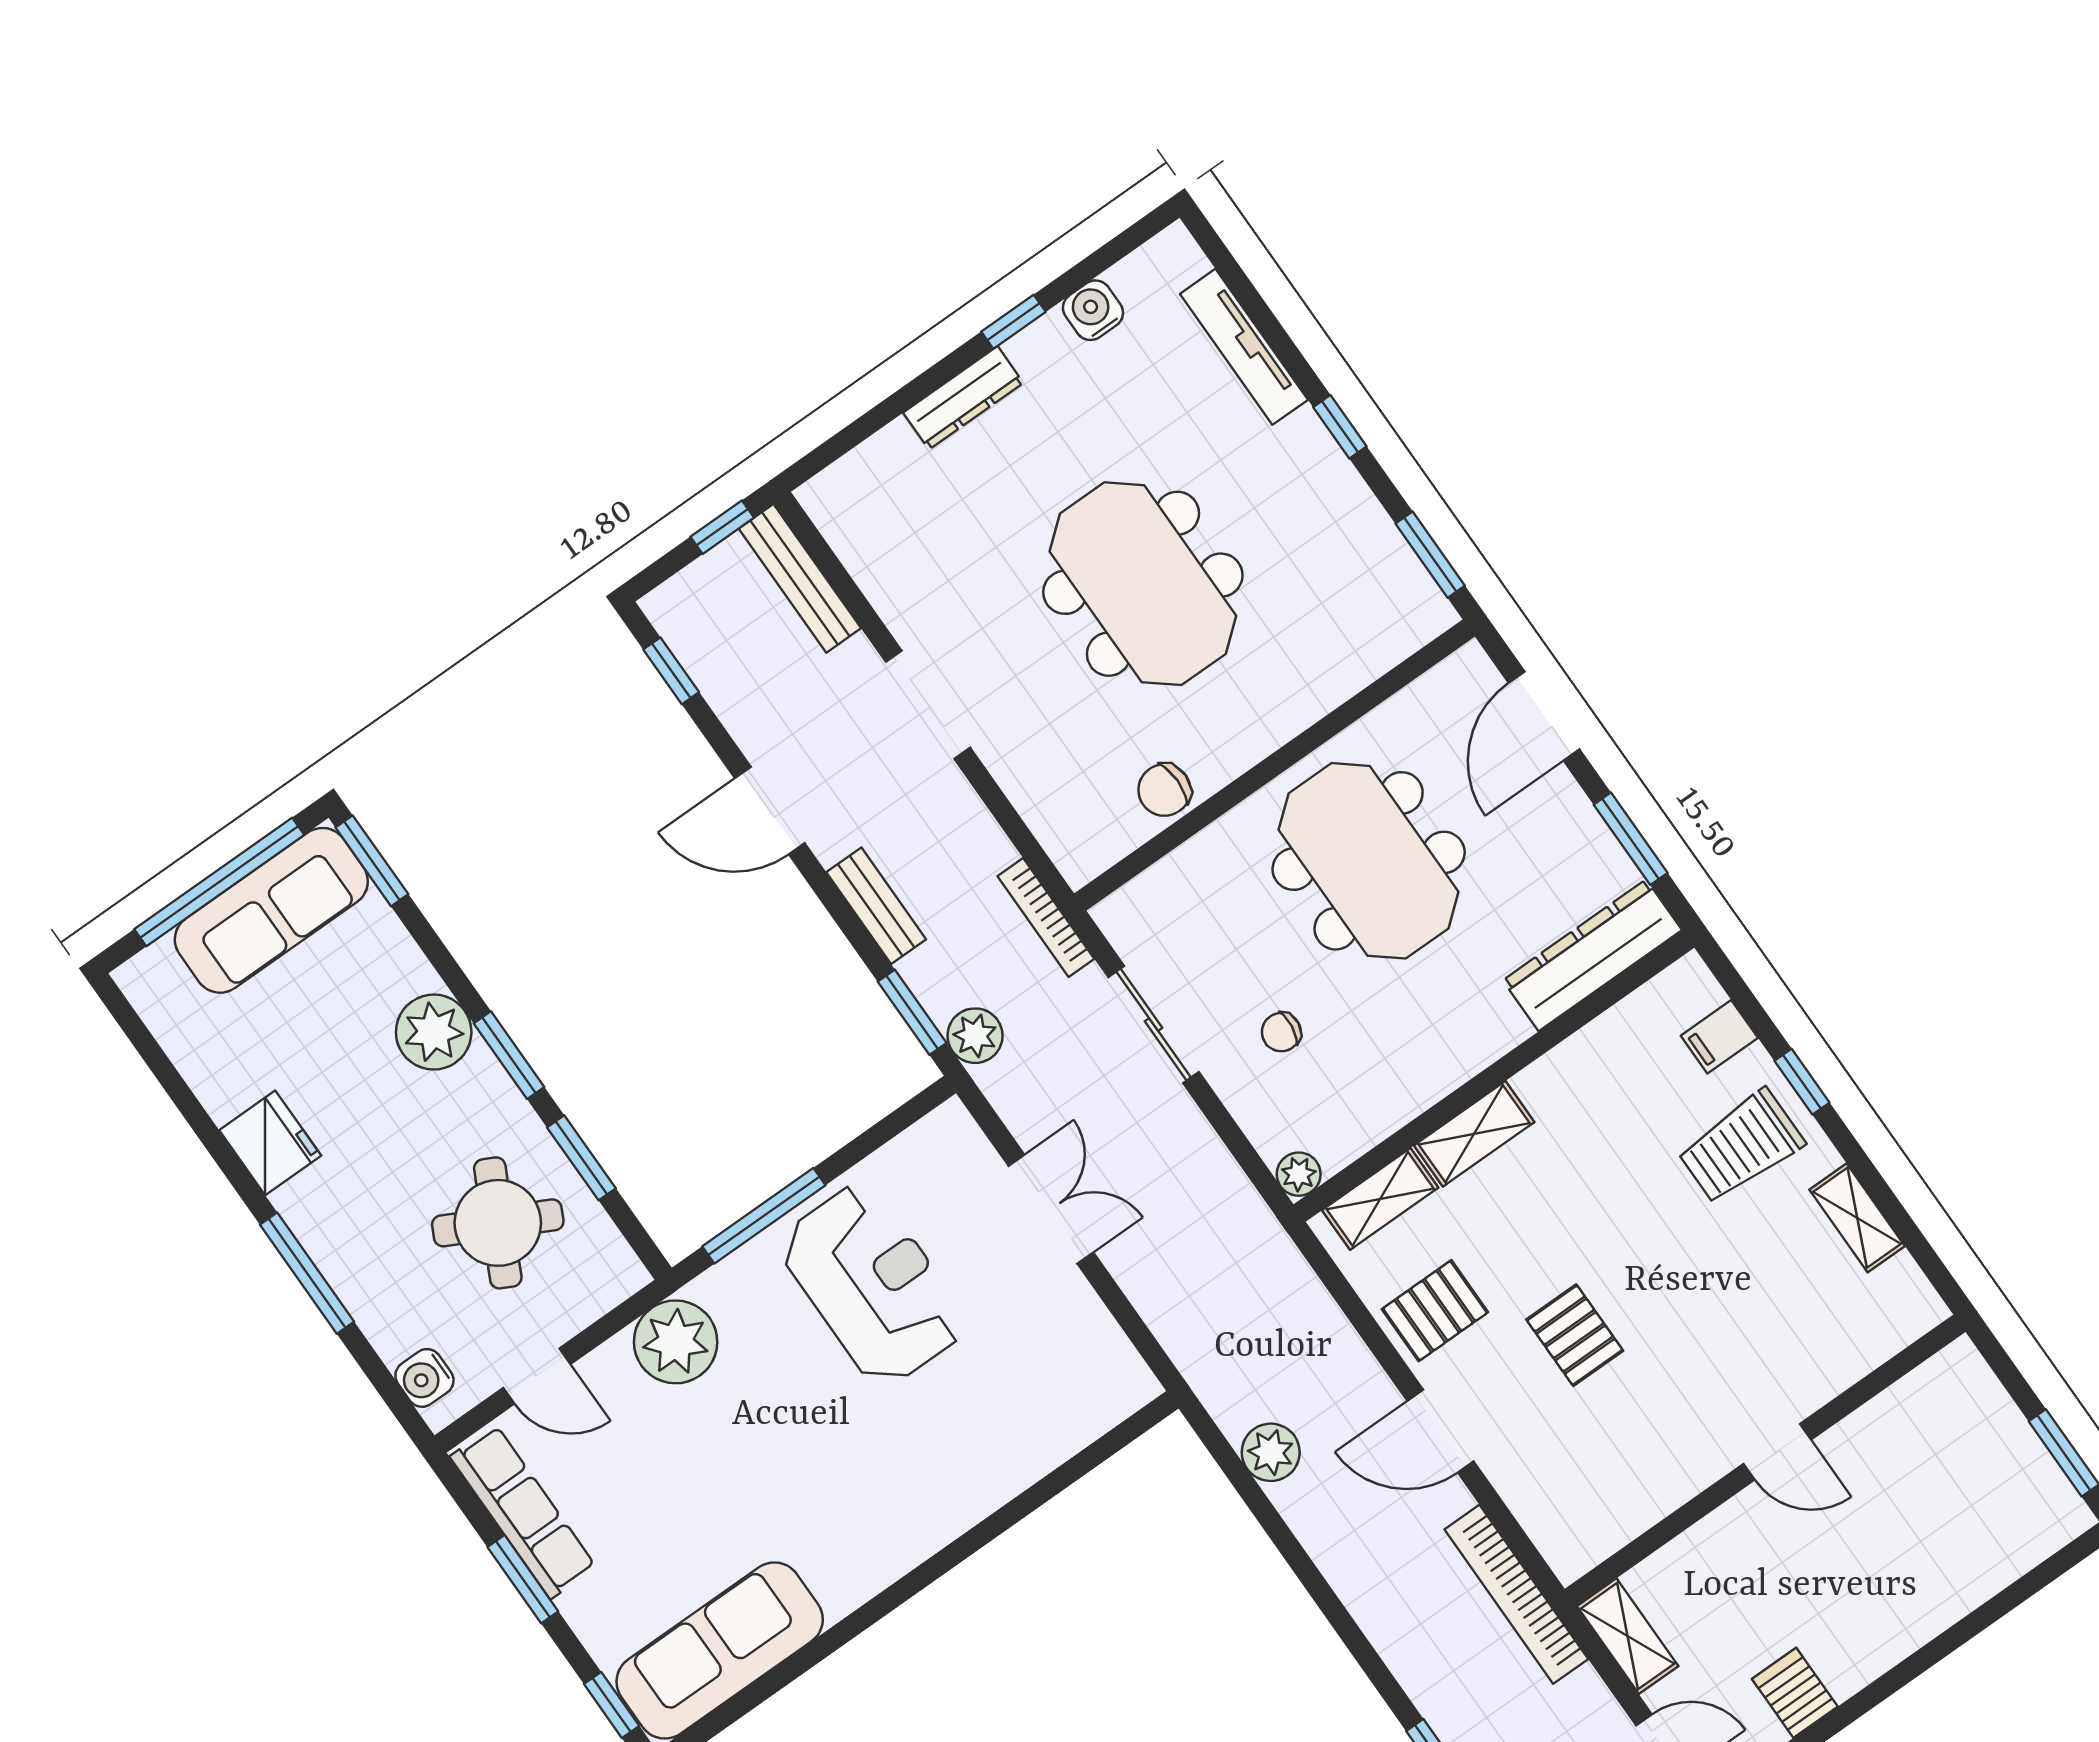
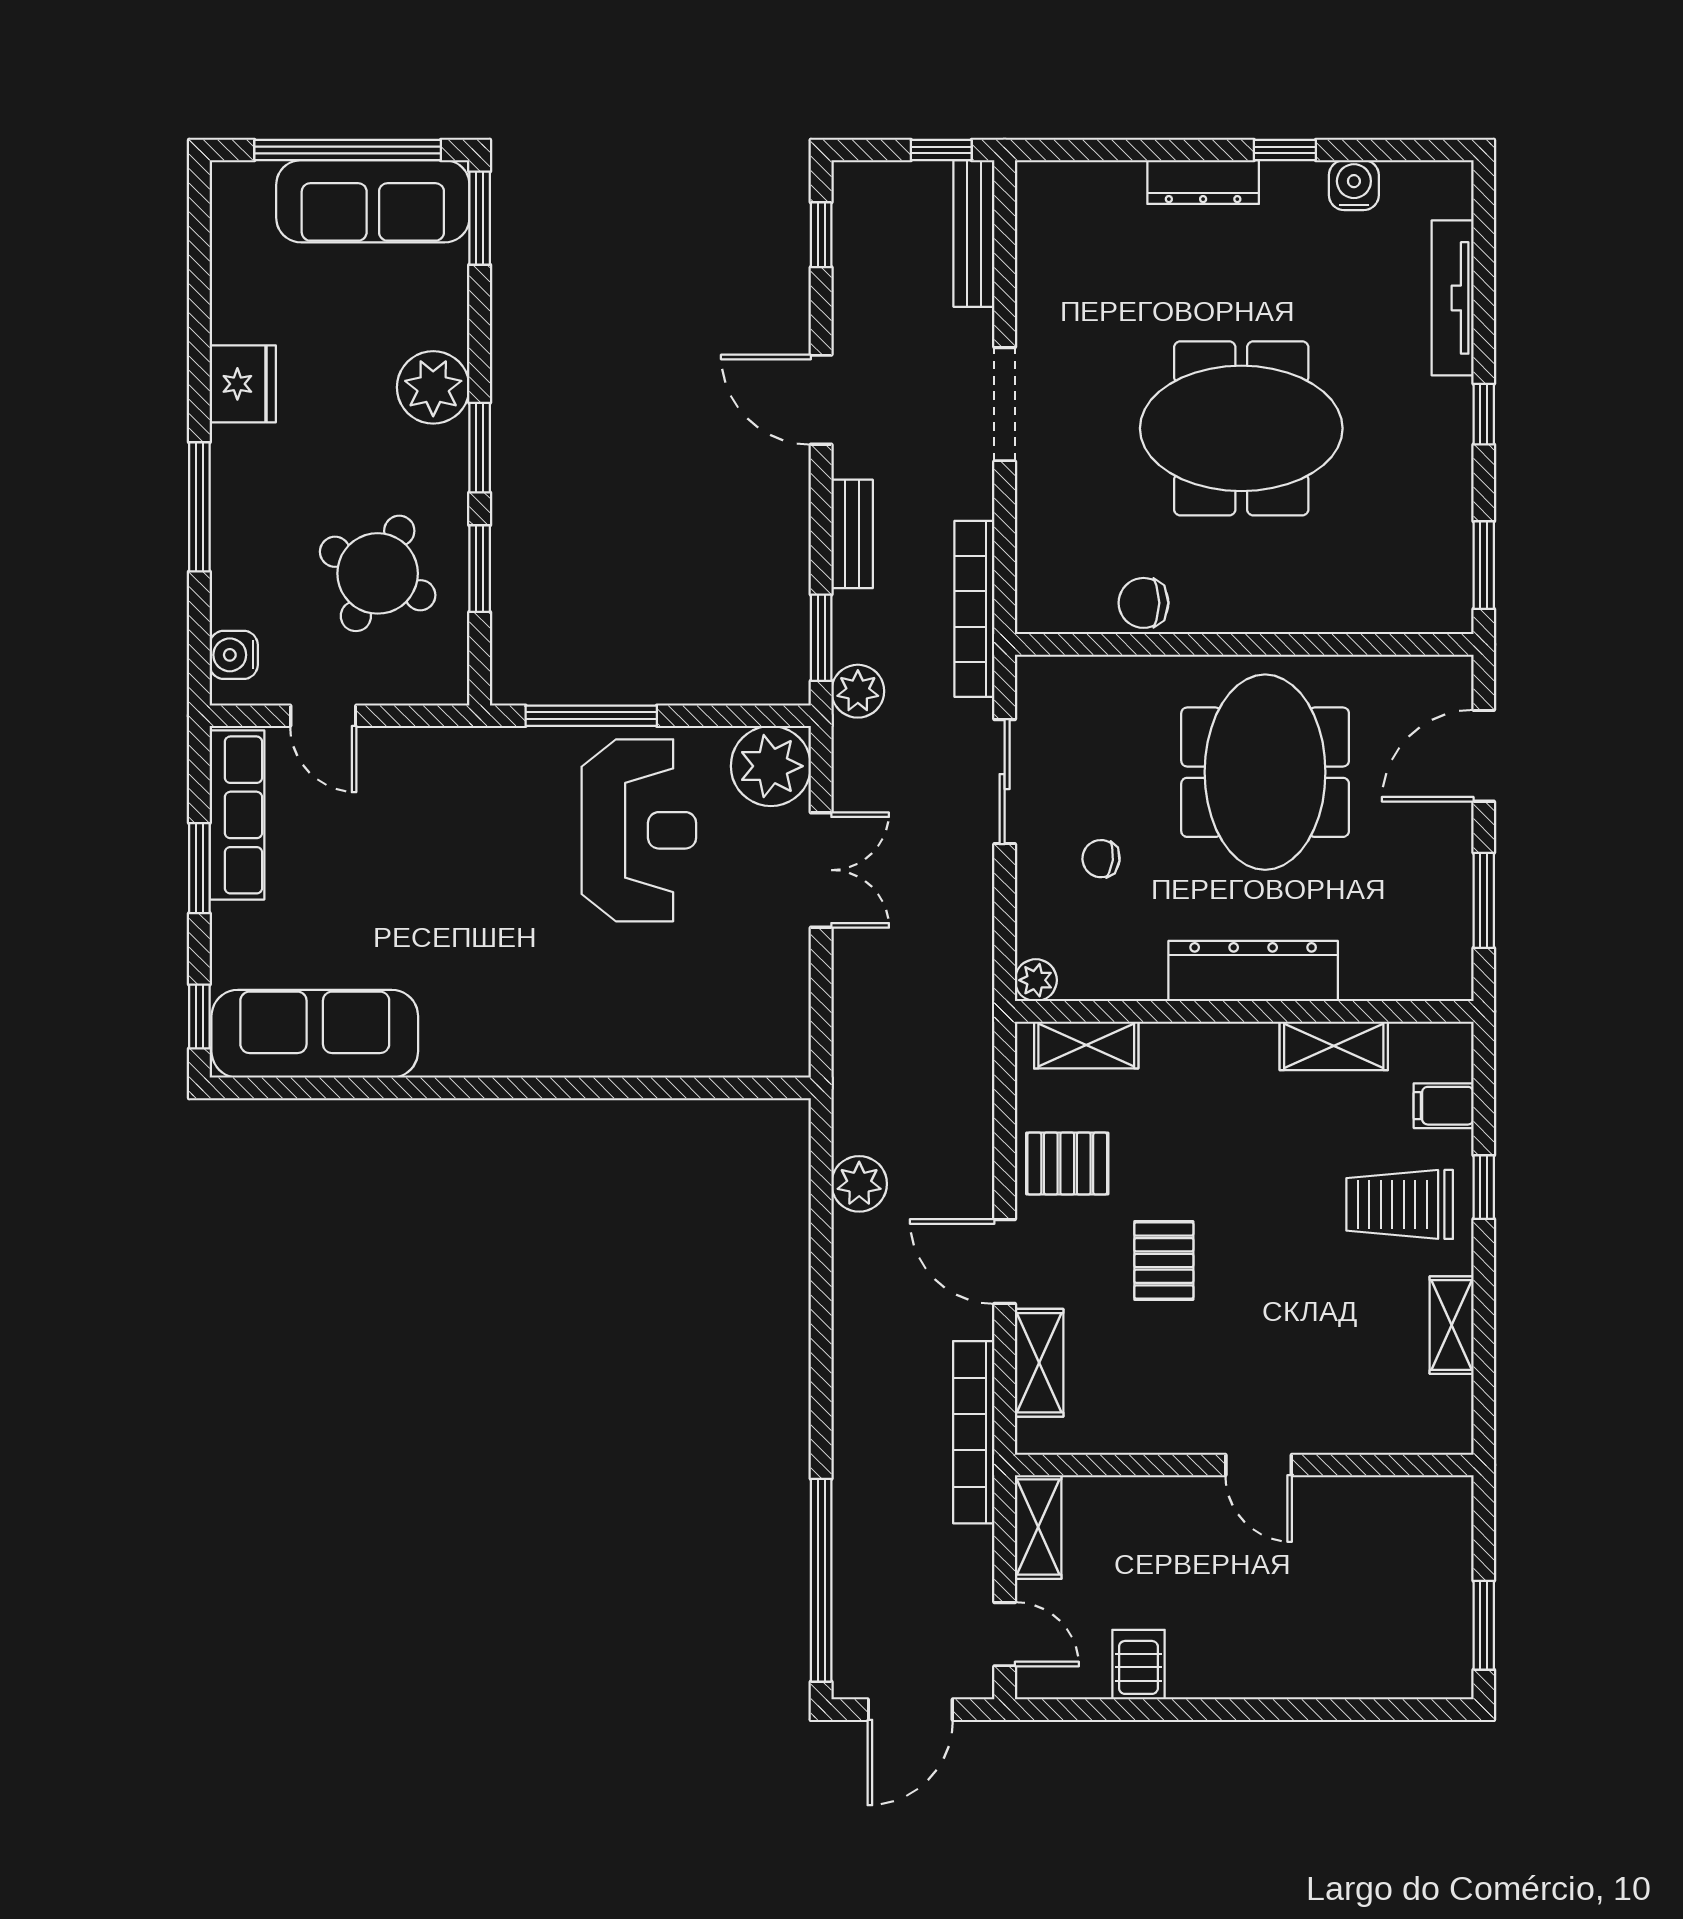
meeting table: (1143, 584) -> (1241, 428), turned 90
bookcase: (1046, 918) -> (974, 609), width x1.48, depth x1.31
dresser: (1592, 955) -> (1253, 971), moved
shelving: (1474, 1134) -> (1334, 1046), moved
plant: (676, 1342) -> (771, 766), moved
shelving: (1530, 1496) -> (1039, 1363), added

